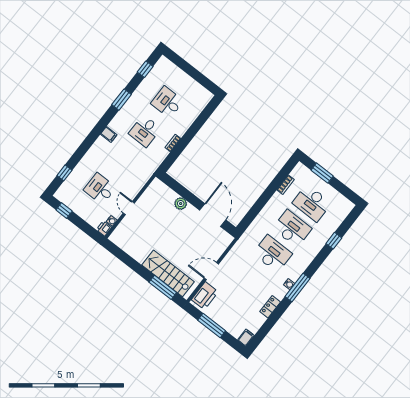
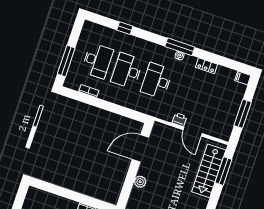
window: (322, 173) -> (66, 61), width x1.44
printer: (205, 296) -> (179, 120), moved, width x0.53, depth x0.68

